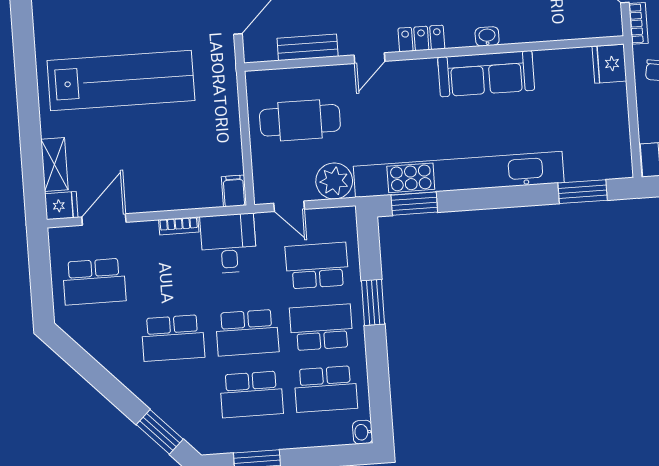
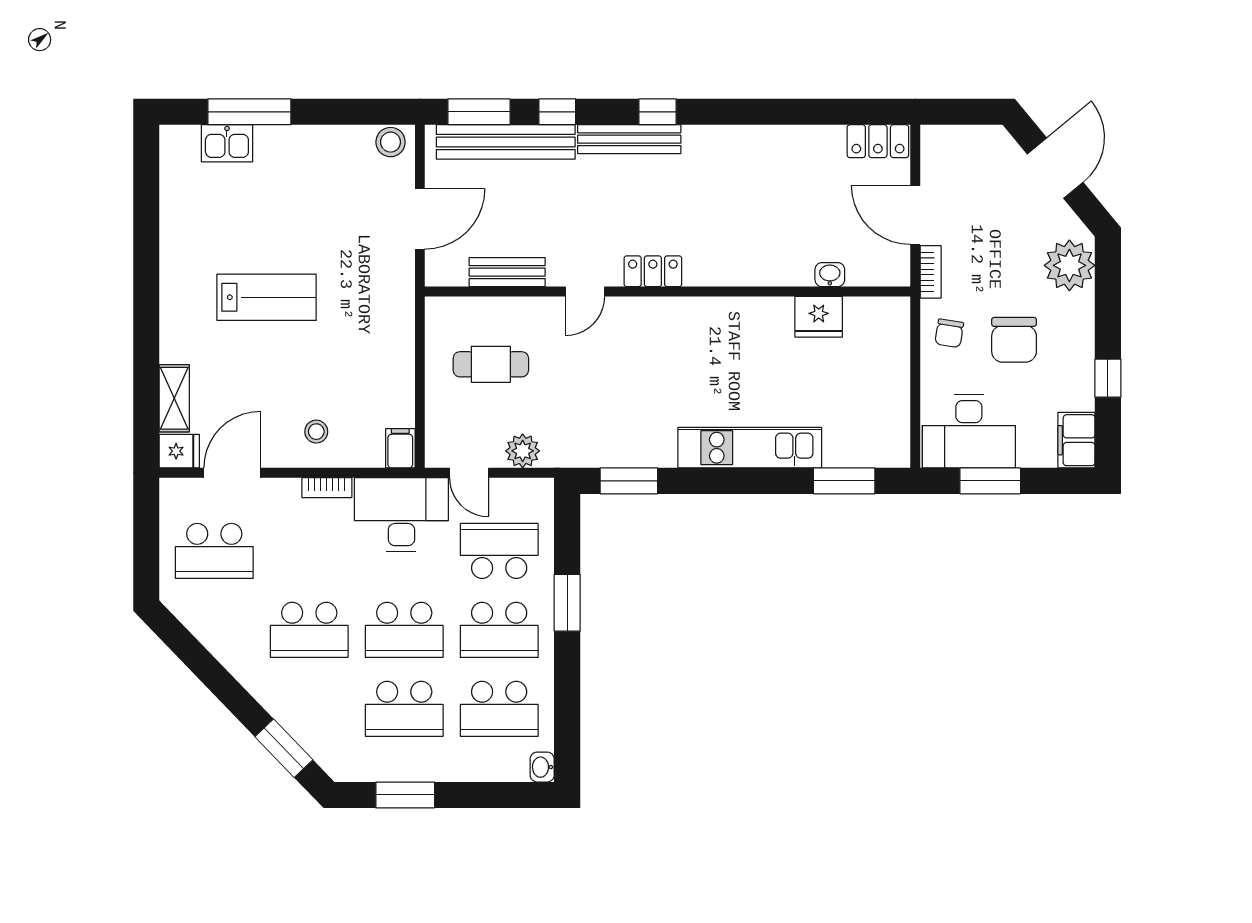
washbasin: (487, 36) -> (830, 275), moved
fridge: (609, 64) -> (819, 317), moved, turned -90
sofa: (486, 74) -> (732, 322), removed
lab bench: (121, 80) -> (267, 297), width x0.54, depth x0.72
cafe table: (300, 120) -> (491, 364), width x0.73, depth x0.74
kitchen unit: (459, 174) -> (750, 448), width x0.54
plant: (334, 181) -> (523, 451), width x0.73, depth x0.73
stool: (167, 183) -> (316, 432), added
desk: (229, 243) -> (401, 515), width x1.37
school desk: (321, 327) -> (499, 630), turned 180

